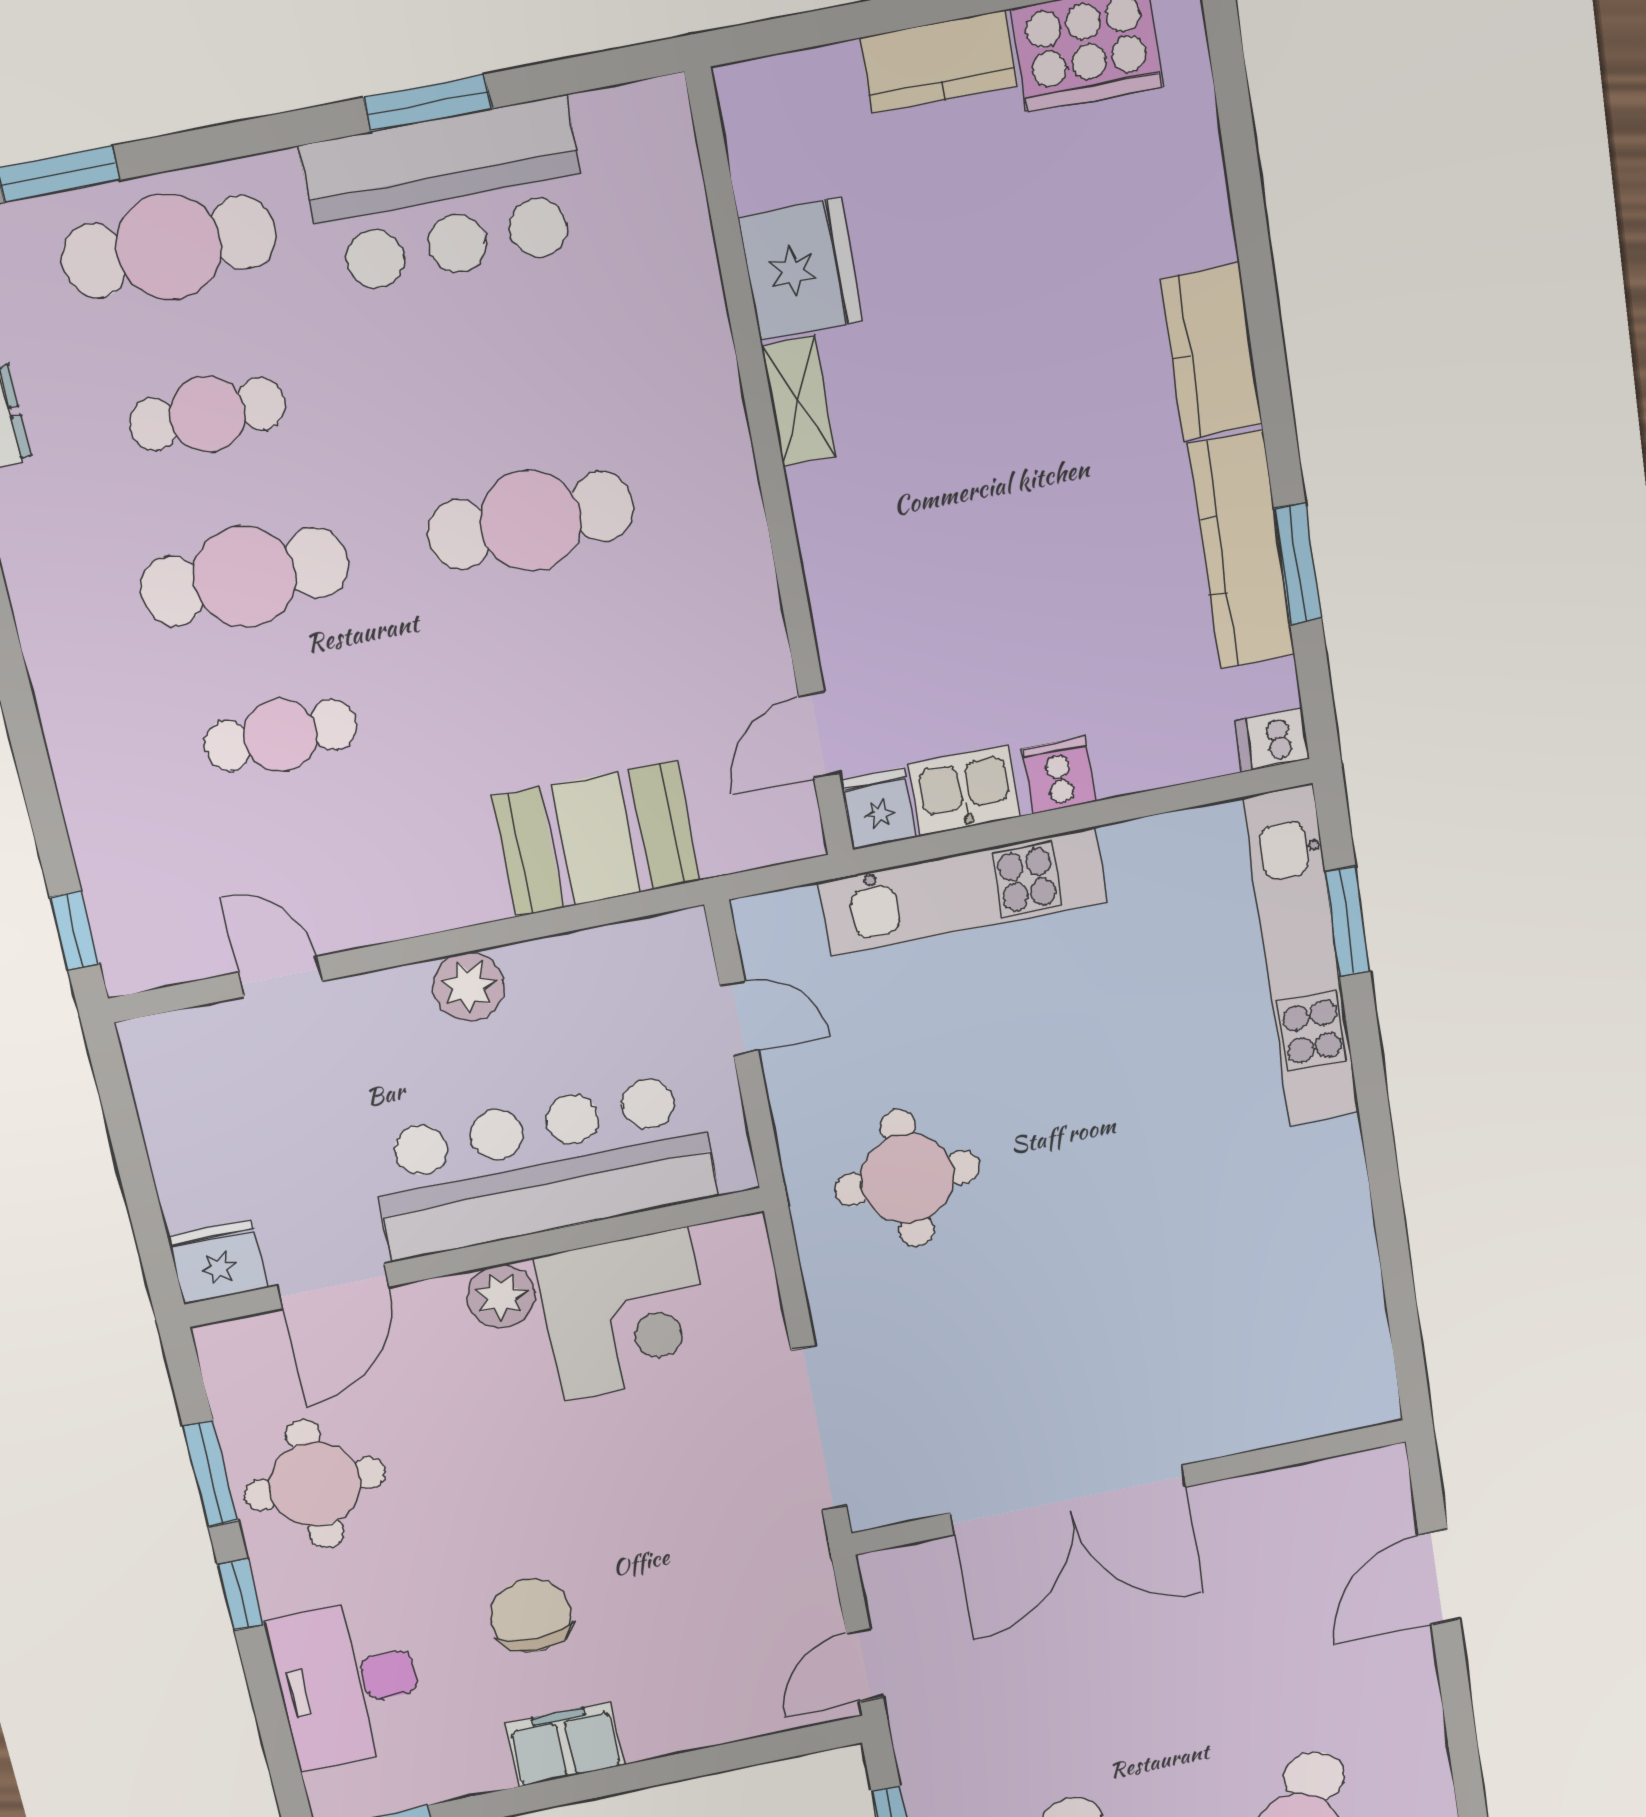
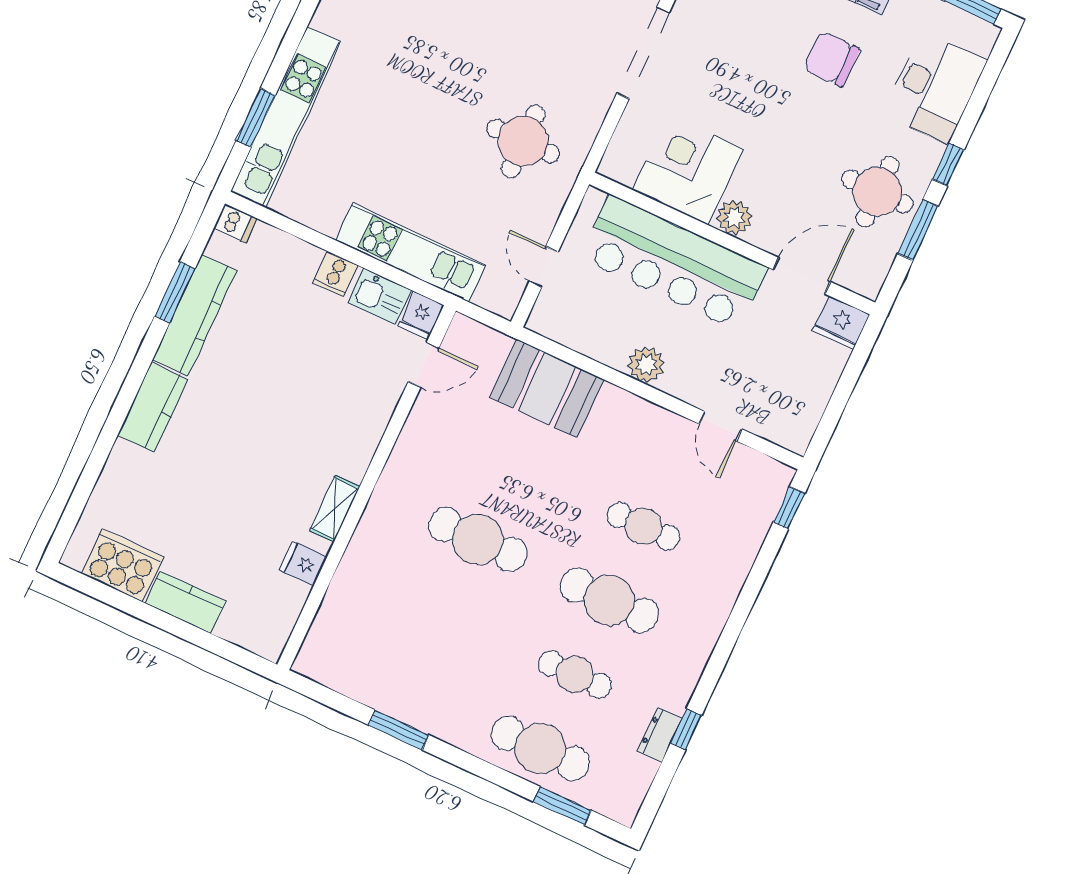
bar counter: (447, 196) -> (417, 689), removed
fridge: (800, 269) -> (303, 564), width x0.53, depth x0.75
chair: (531, 1616) -> (832, 59), turned 90

